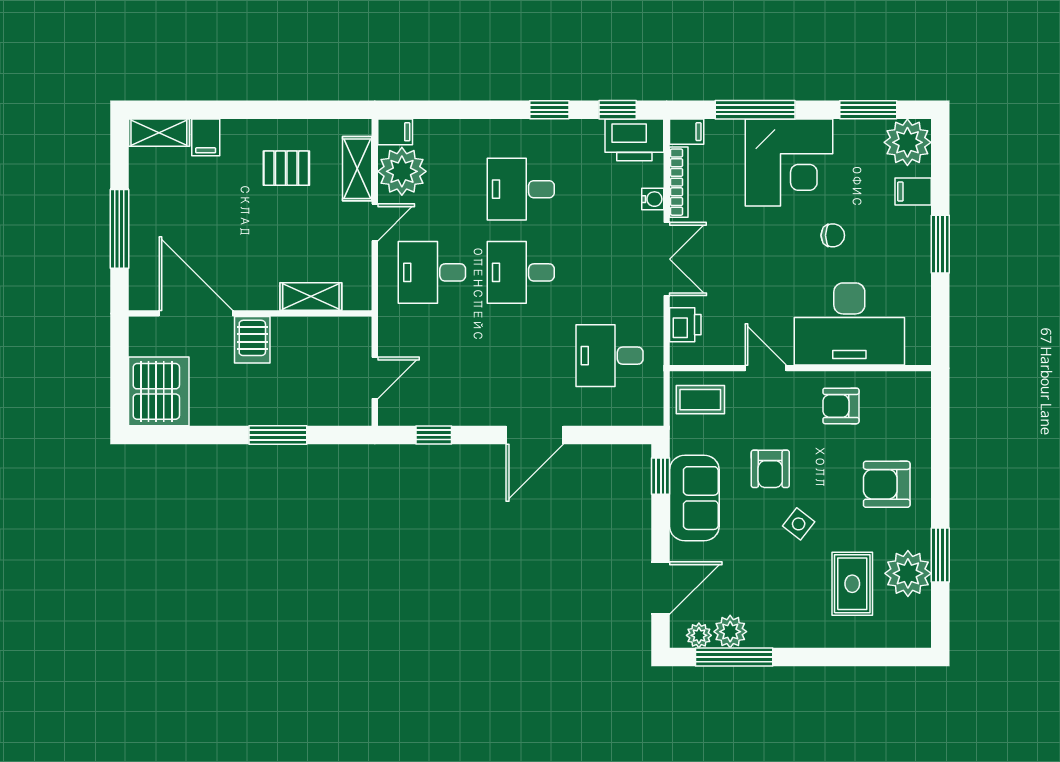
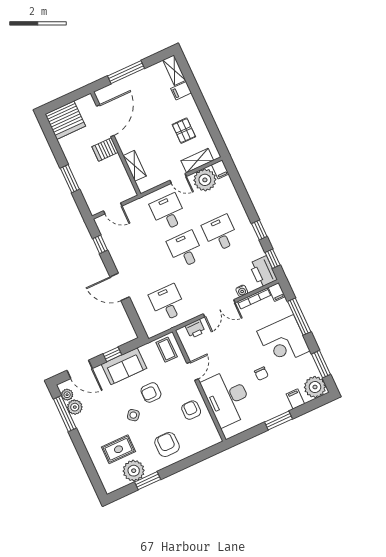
window: (661, 476) -> (112, 354), moved

